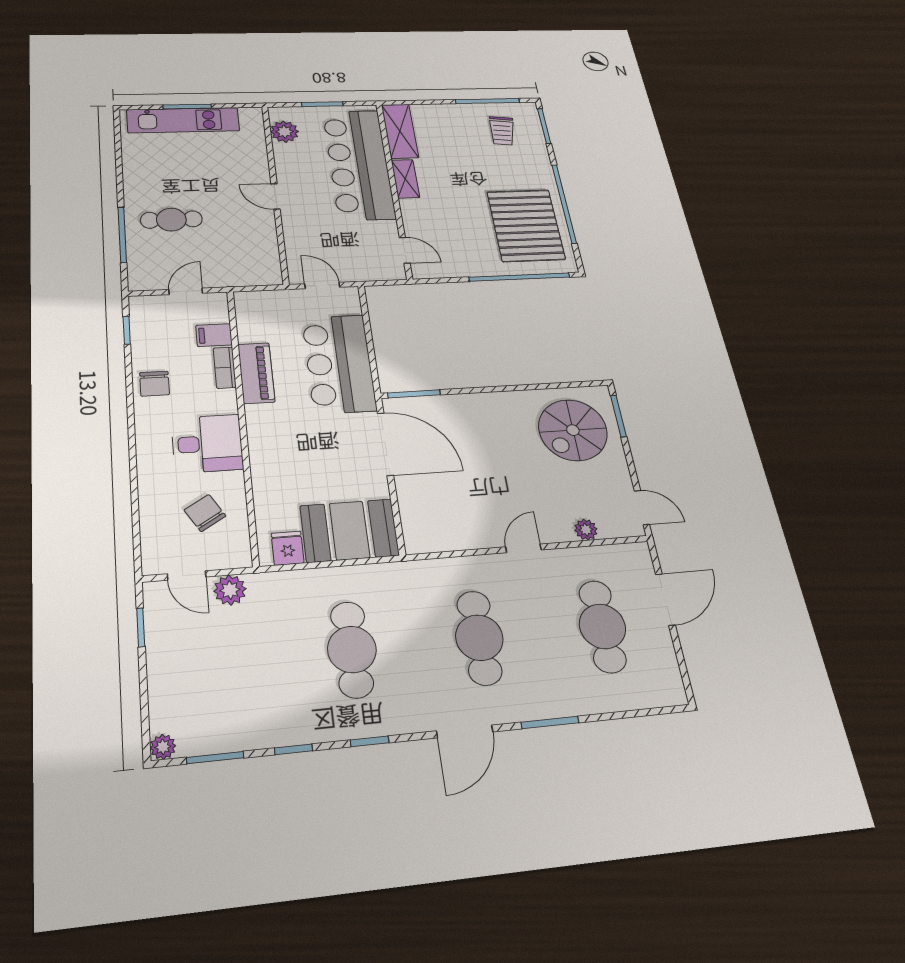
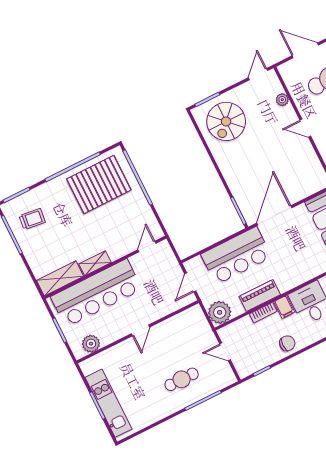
cafe table: (171, 220) -> (182, 379), turned 90
plant: (255, 307) -> (220, 312), added
filing cabinet: (214, 335) -> (284, 307), moved
spiral stairs: (573, 430) -> (226, 121), turned 90

